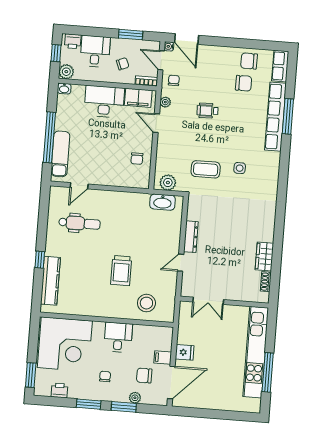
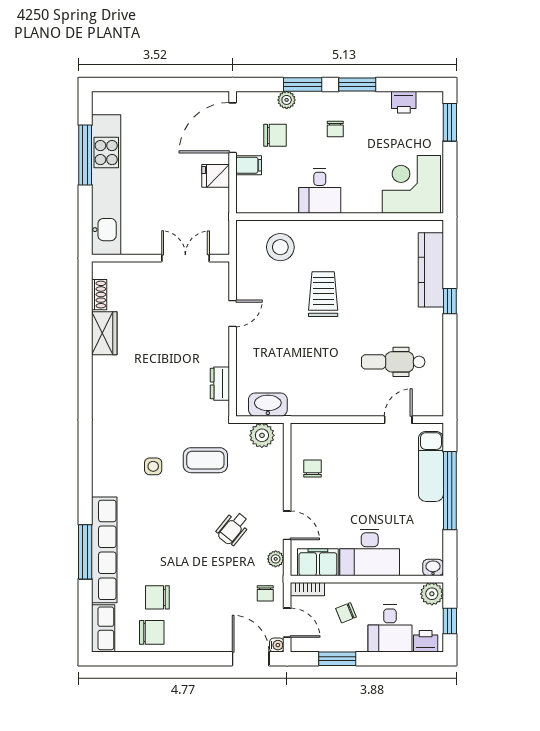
wheelchair: (207, 111) -> (233, 528), moved, turned 131
dresser: (191, 237) -> (220, 384), moved, width x0.70
corner desk: (65, 344) -> (411, 184), width x0.74, depth x0.74

